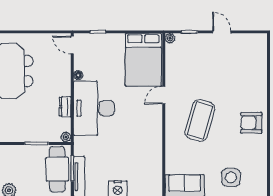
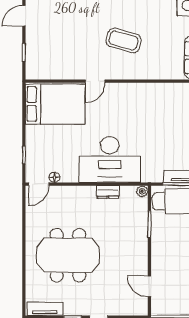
plant: (170, 38) -> (31, 74), removed
floor lamp: (78, 75) -> (54, 177), moved
door: (164, 95) -> (95, 81), hinge flipped
coffee table: (200, 120) -> (124, 40), width x0.73, depth x0.76

